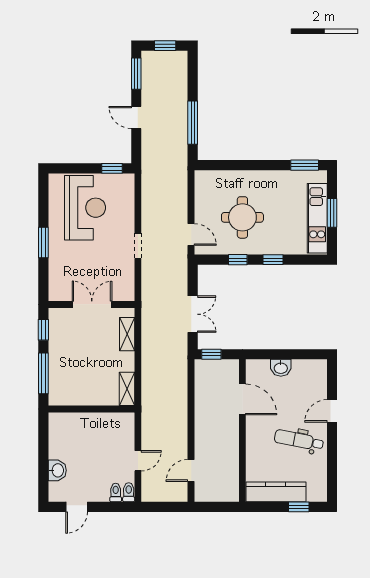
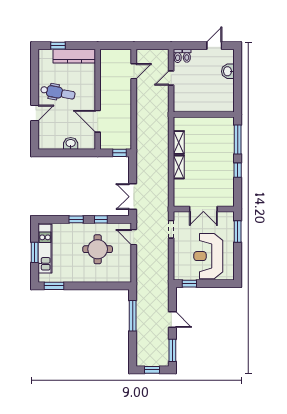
wall: (91, 304) -> (204, 209), moved
double door: (92, 304) -> (203, 209), moved
double door: (193, 314) -> (133, 197), moved
shelving: (127, 389) -> (179, 142), moved

